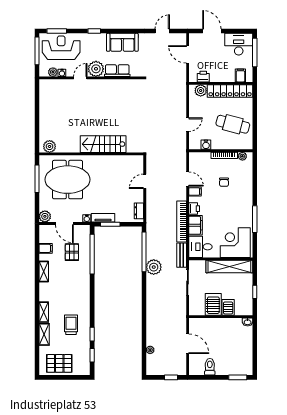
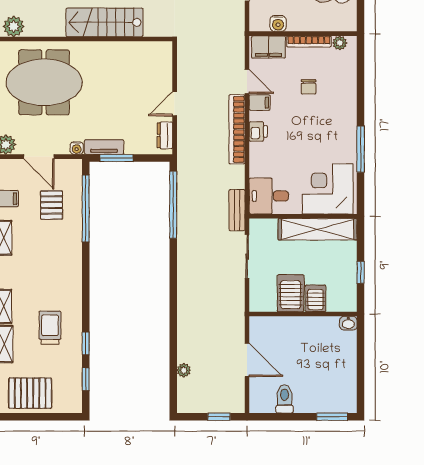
door: (145, 181) -> (175, 104), moved
bookcase: (182, 221) -> (237, 129), moved
filing cabinet: (195, 225) -> (268, 47), moved, turned 90
plant: (154, 267) -> (190, 230), removed

